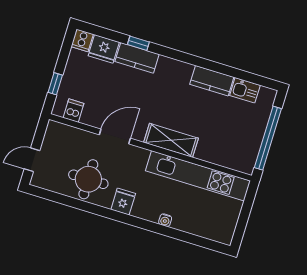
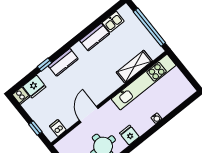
kitchen counter: (137, 58) -> (63, 62), moved
shelving: (171, 140) -> (134, 67), moved

